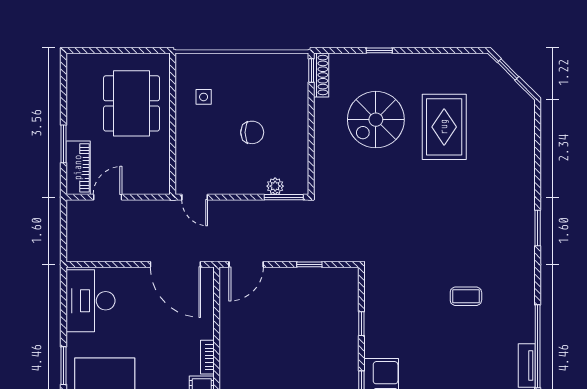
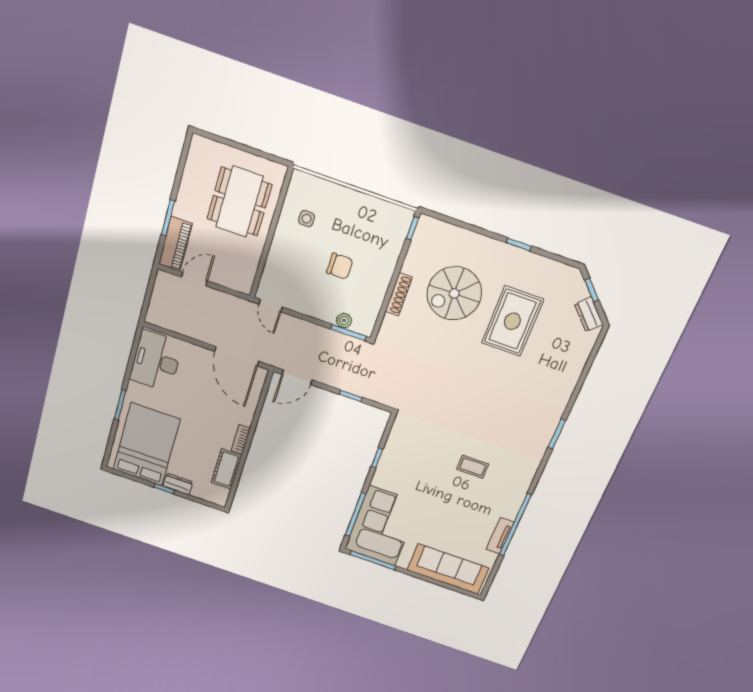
window: (379, 50) -> (519, 244), moved
shoe rack: (321, 75) -> (399, 294), moved
dresser: (516, 94) -> (589, 314), added

